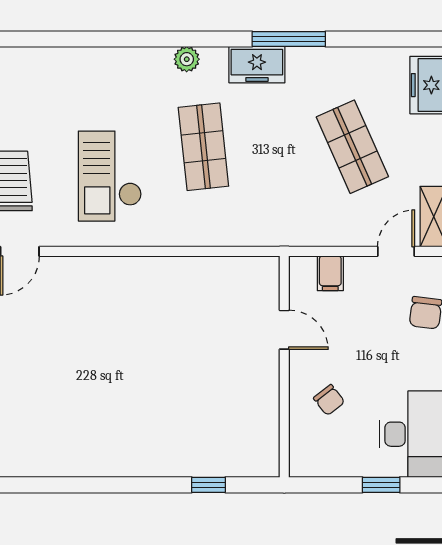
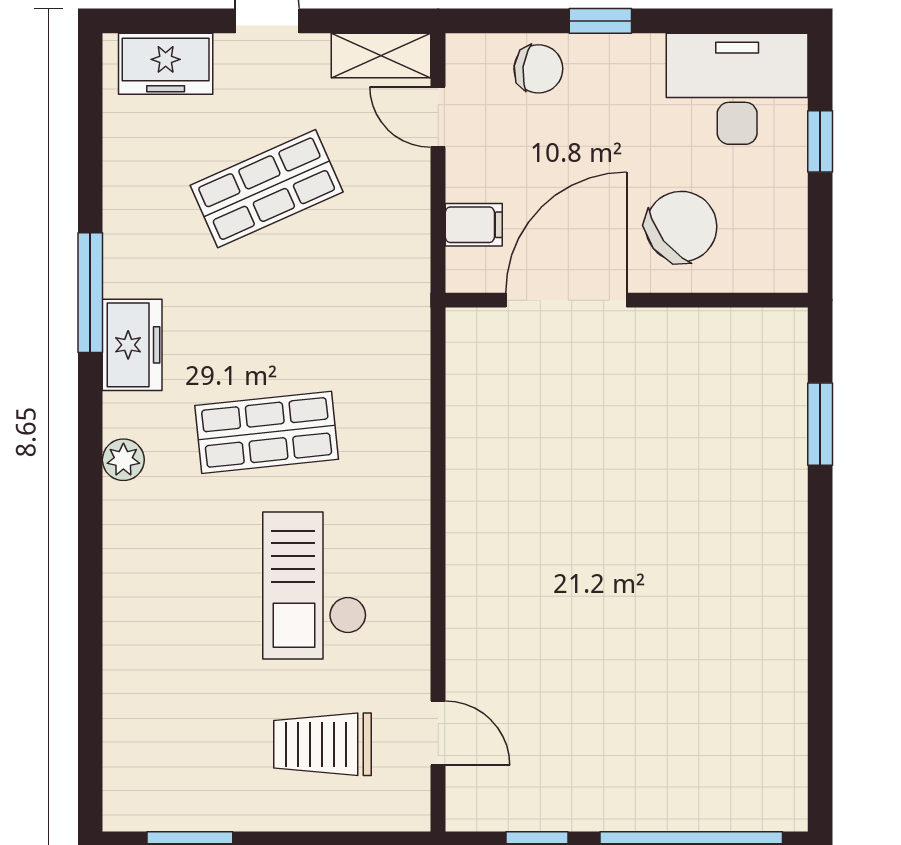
checkout: (110, 176) -> (315, 586), turned 90
door: (284, 330) -> (566, 300), width x1.88
chair: (329, 400) -> (681, 227), width x1.87, depth x1.87
window: (209, 485) -> (820, 424), width x1.50

